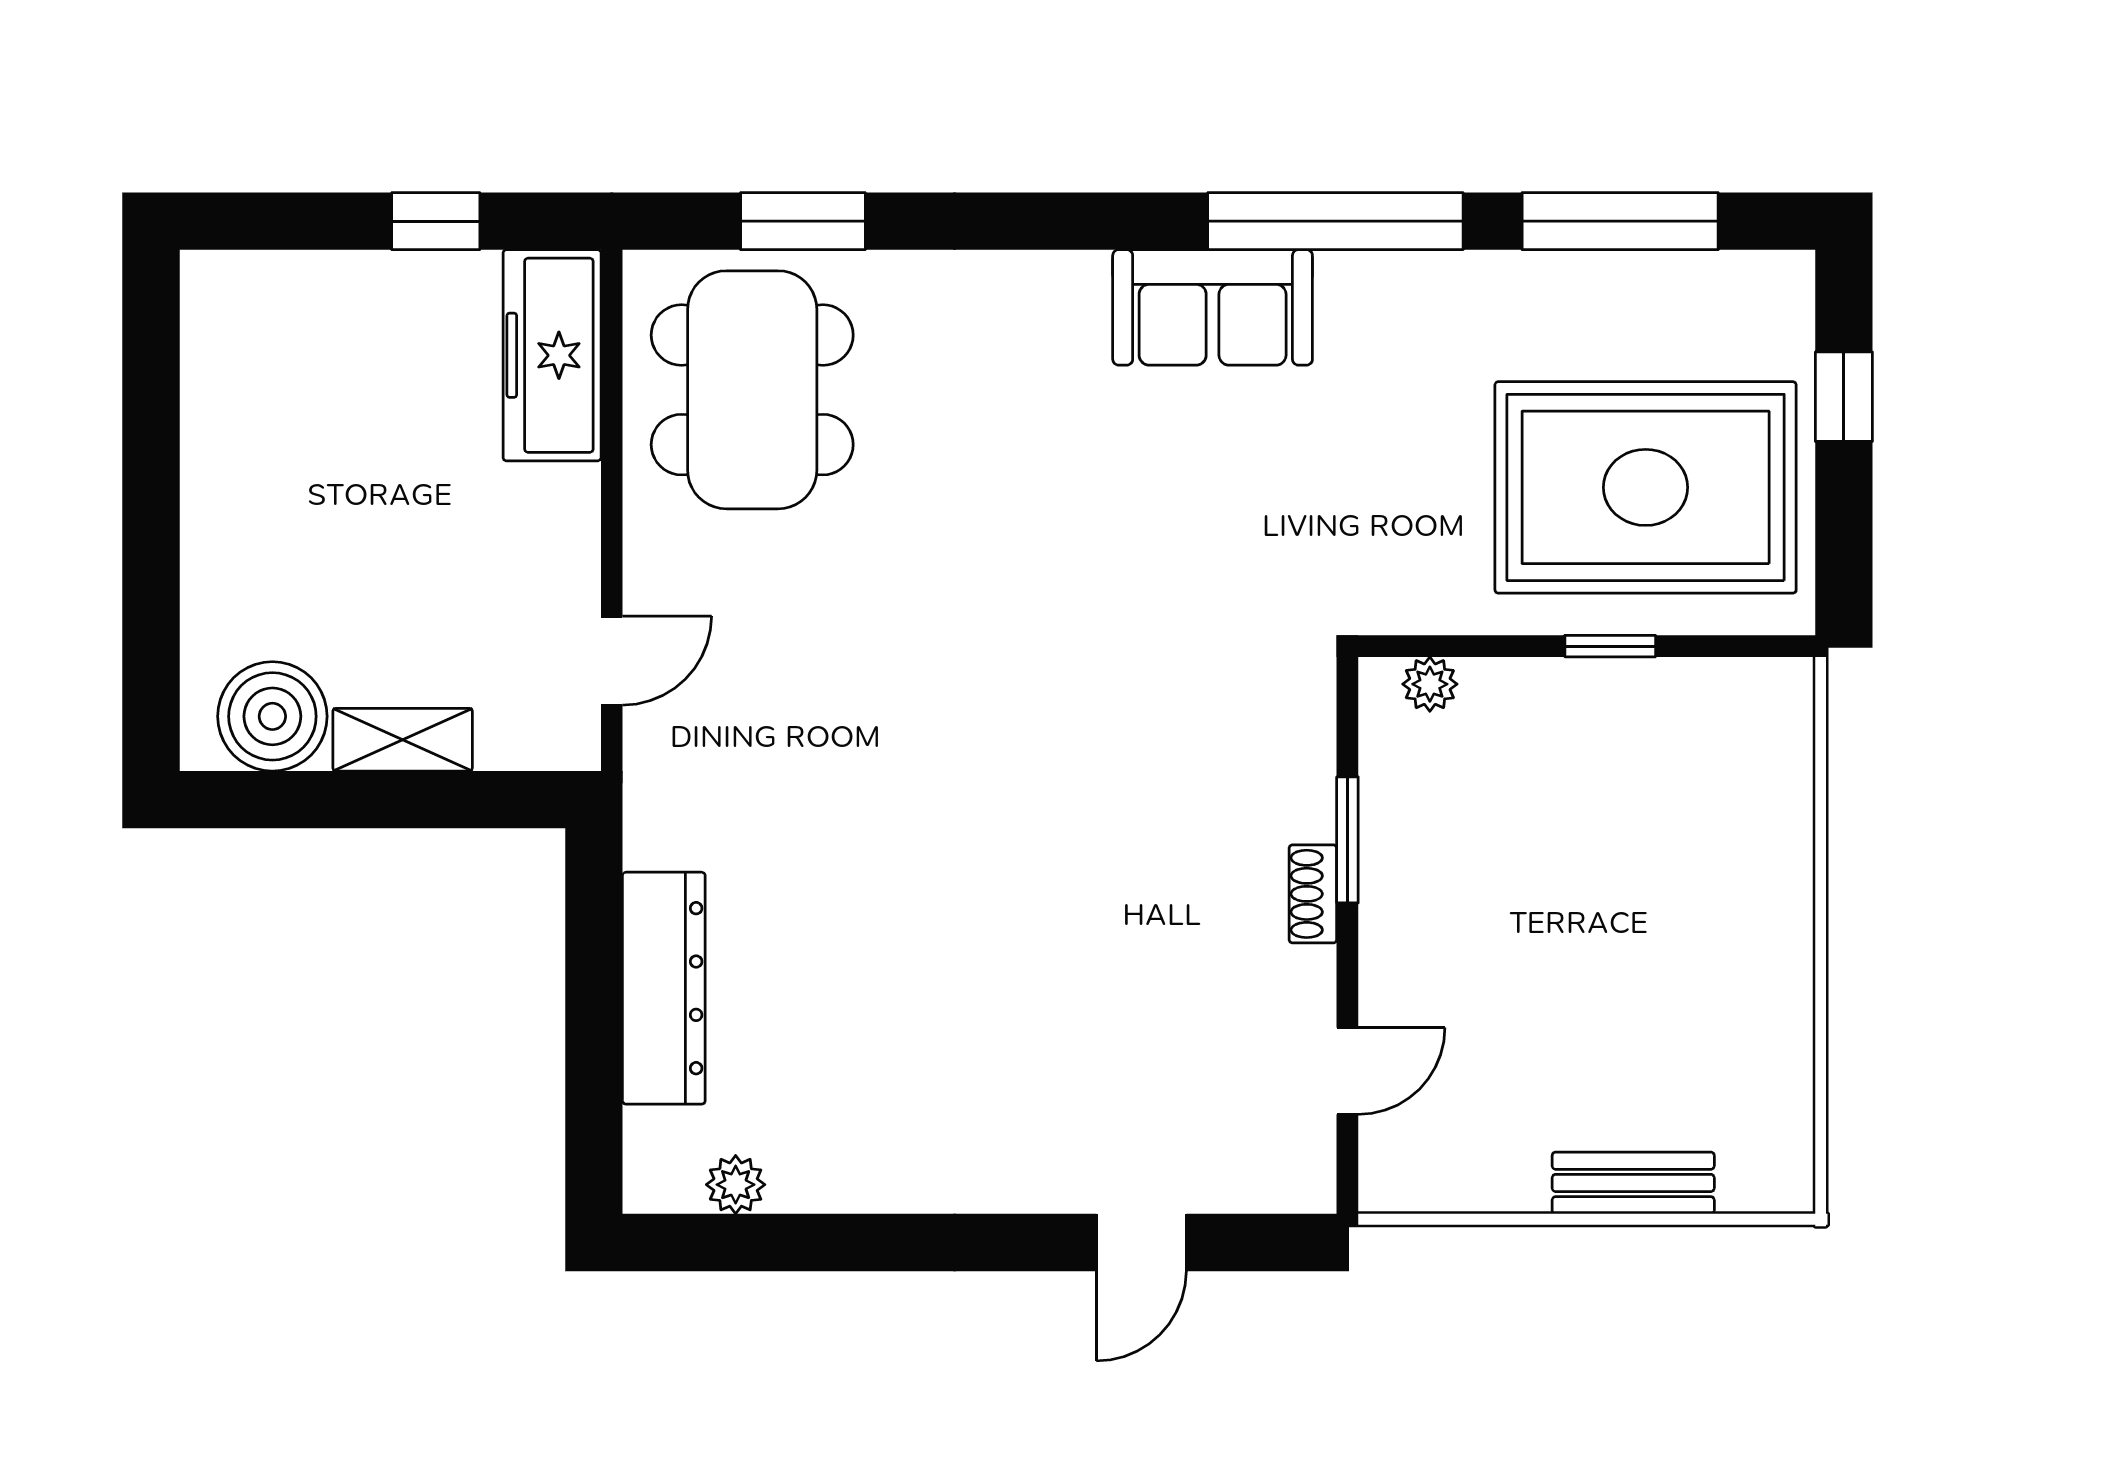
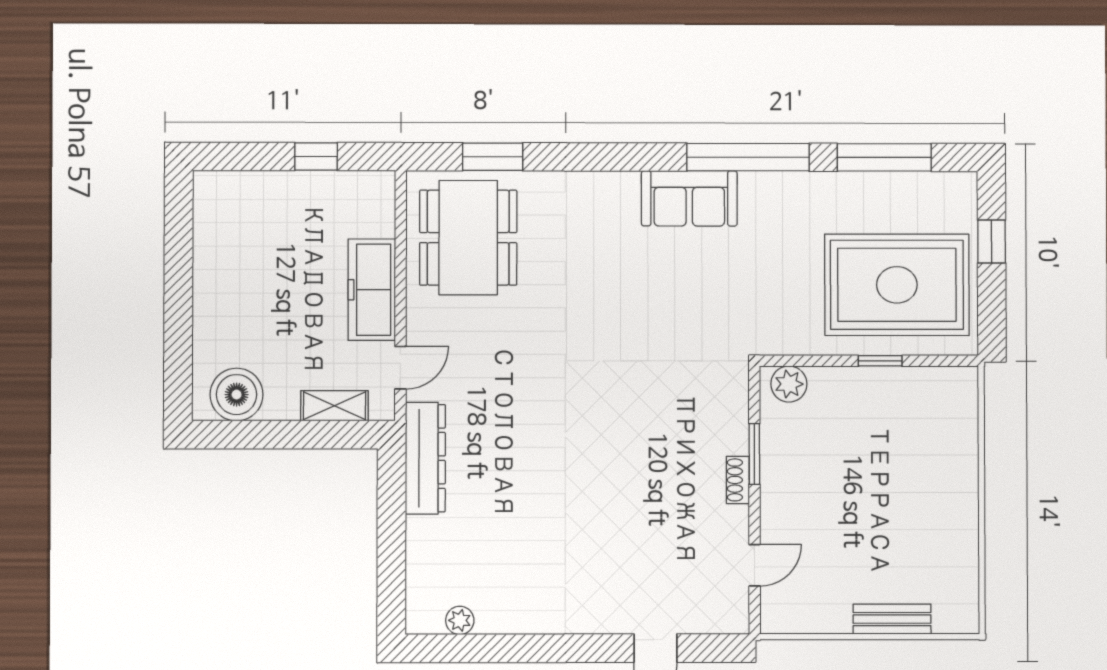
freezer: (552, 355) -> (372, 290), moved
plant: (1430, 684) -> (789, 384), width x1.38, depth x1.38
shelving: (403, 740) -> (334, 406), moved
dresser: (664, 988) -> (425, 458), moved

